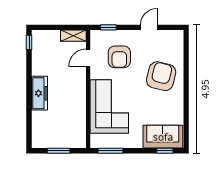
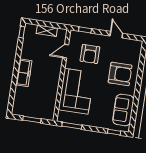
door: (149, 27) -> (116, 35), hinge flipped
shelving: (73, 36) -> (47, 31), moved
armchair: (161, 76) -> (120, 74), turned 76
sofa: (163, 137) -> (123, 110), moved, turned -90

